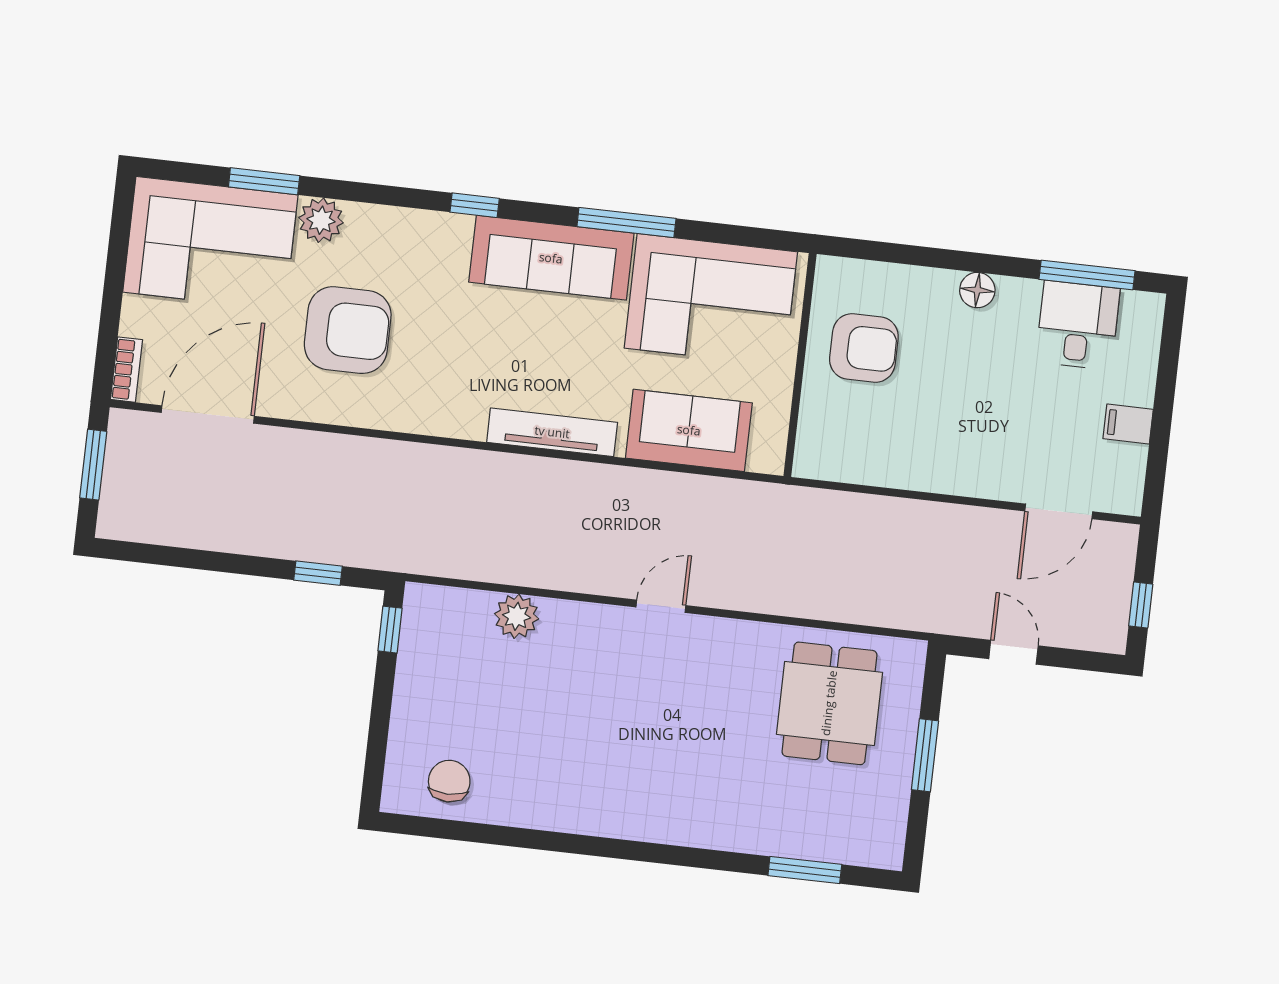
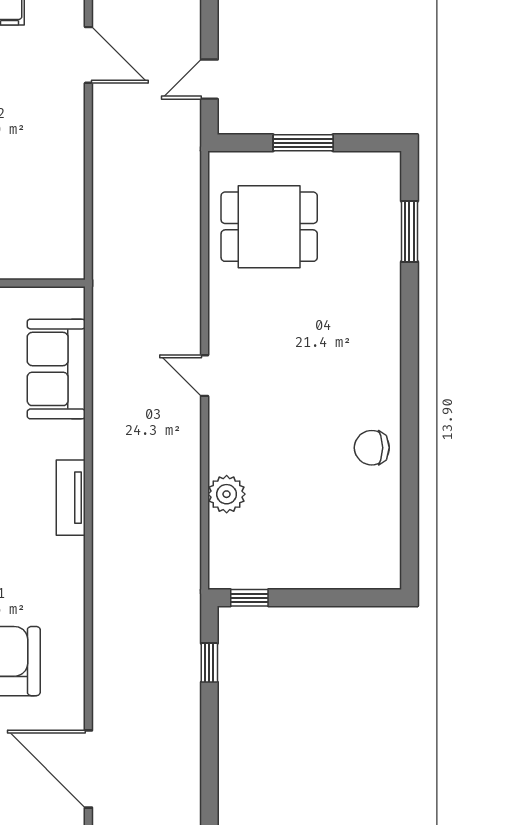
tv unit: (552, 432) -> (71, 498), width x0.71
chair: (449, 781) -> (372, 448), moved

